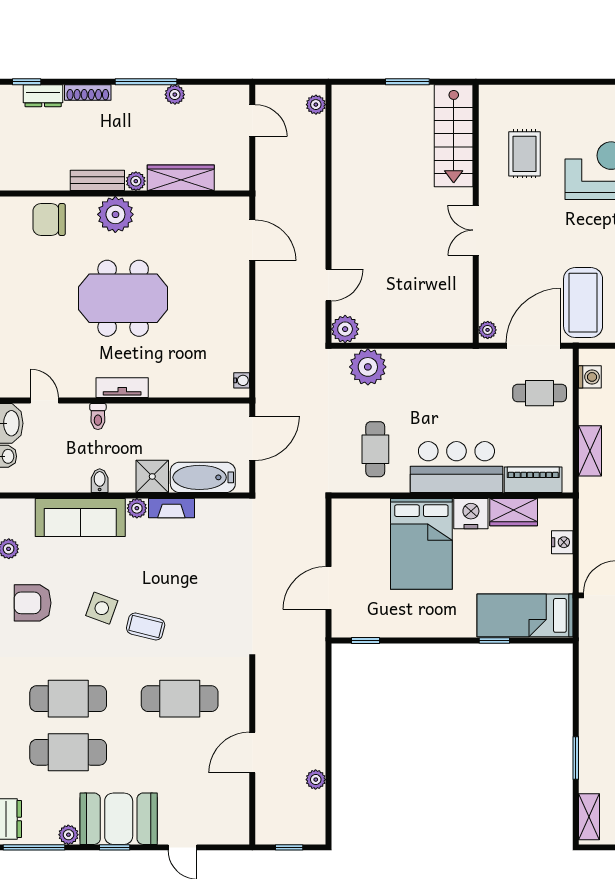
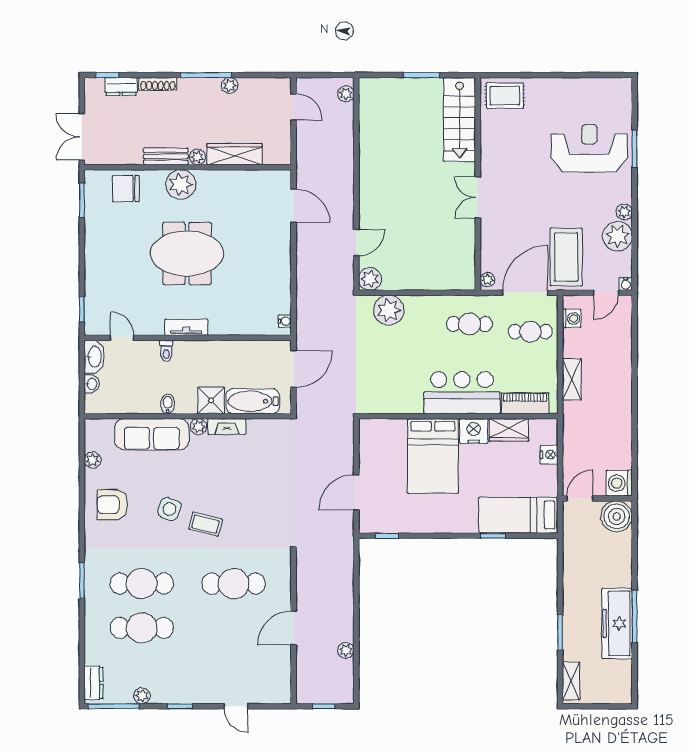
rug: (524, 154) -> (505, 96), moved, turned 90
cafe table: (375, 449) -> (469, 324), moved, turned 90
booth: (119, 819) -> (183, 683), removed

